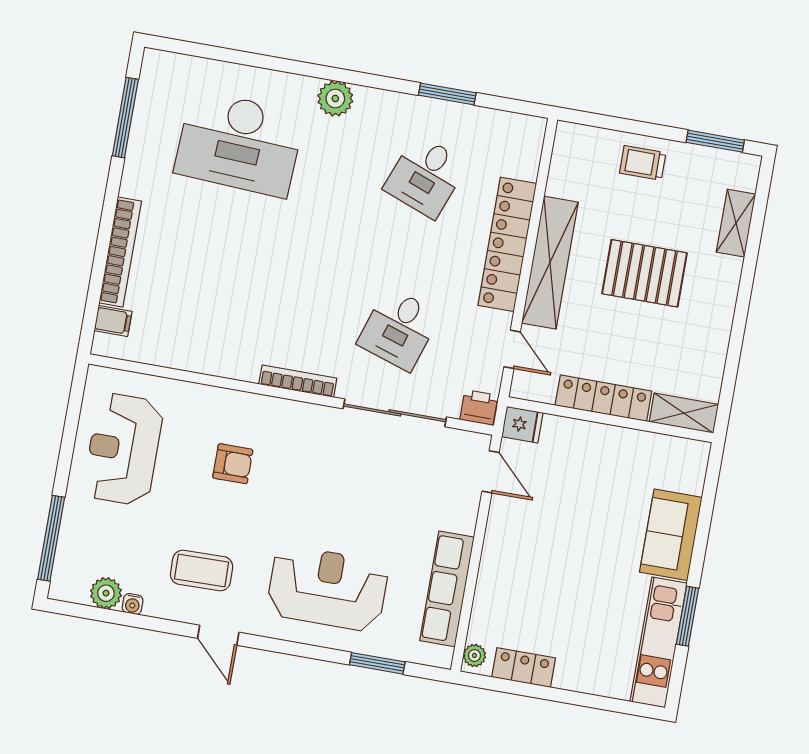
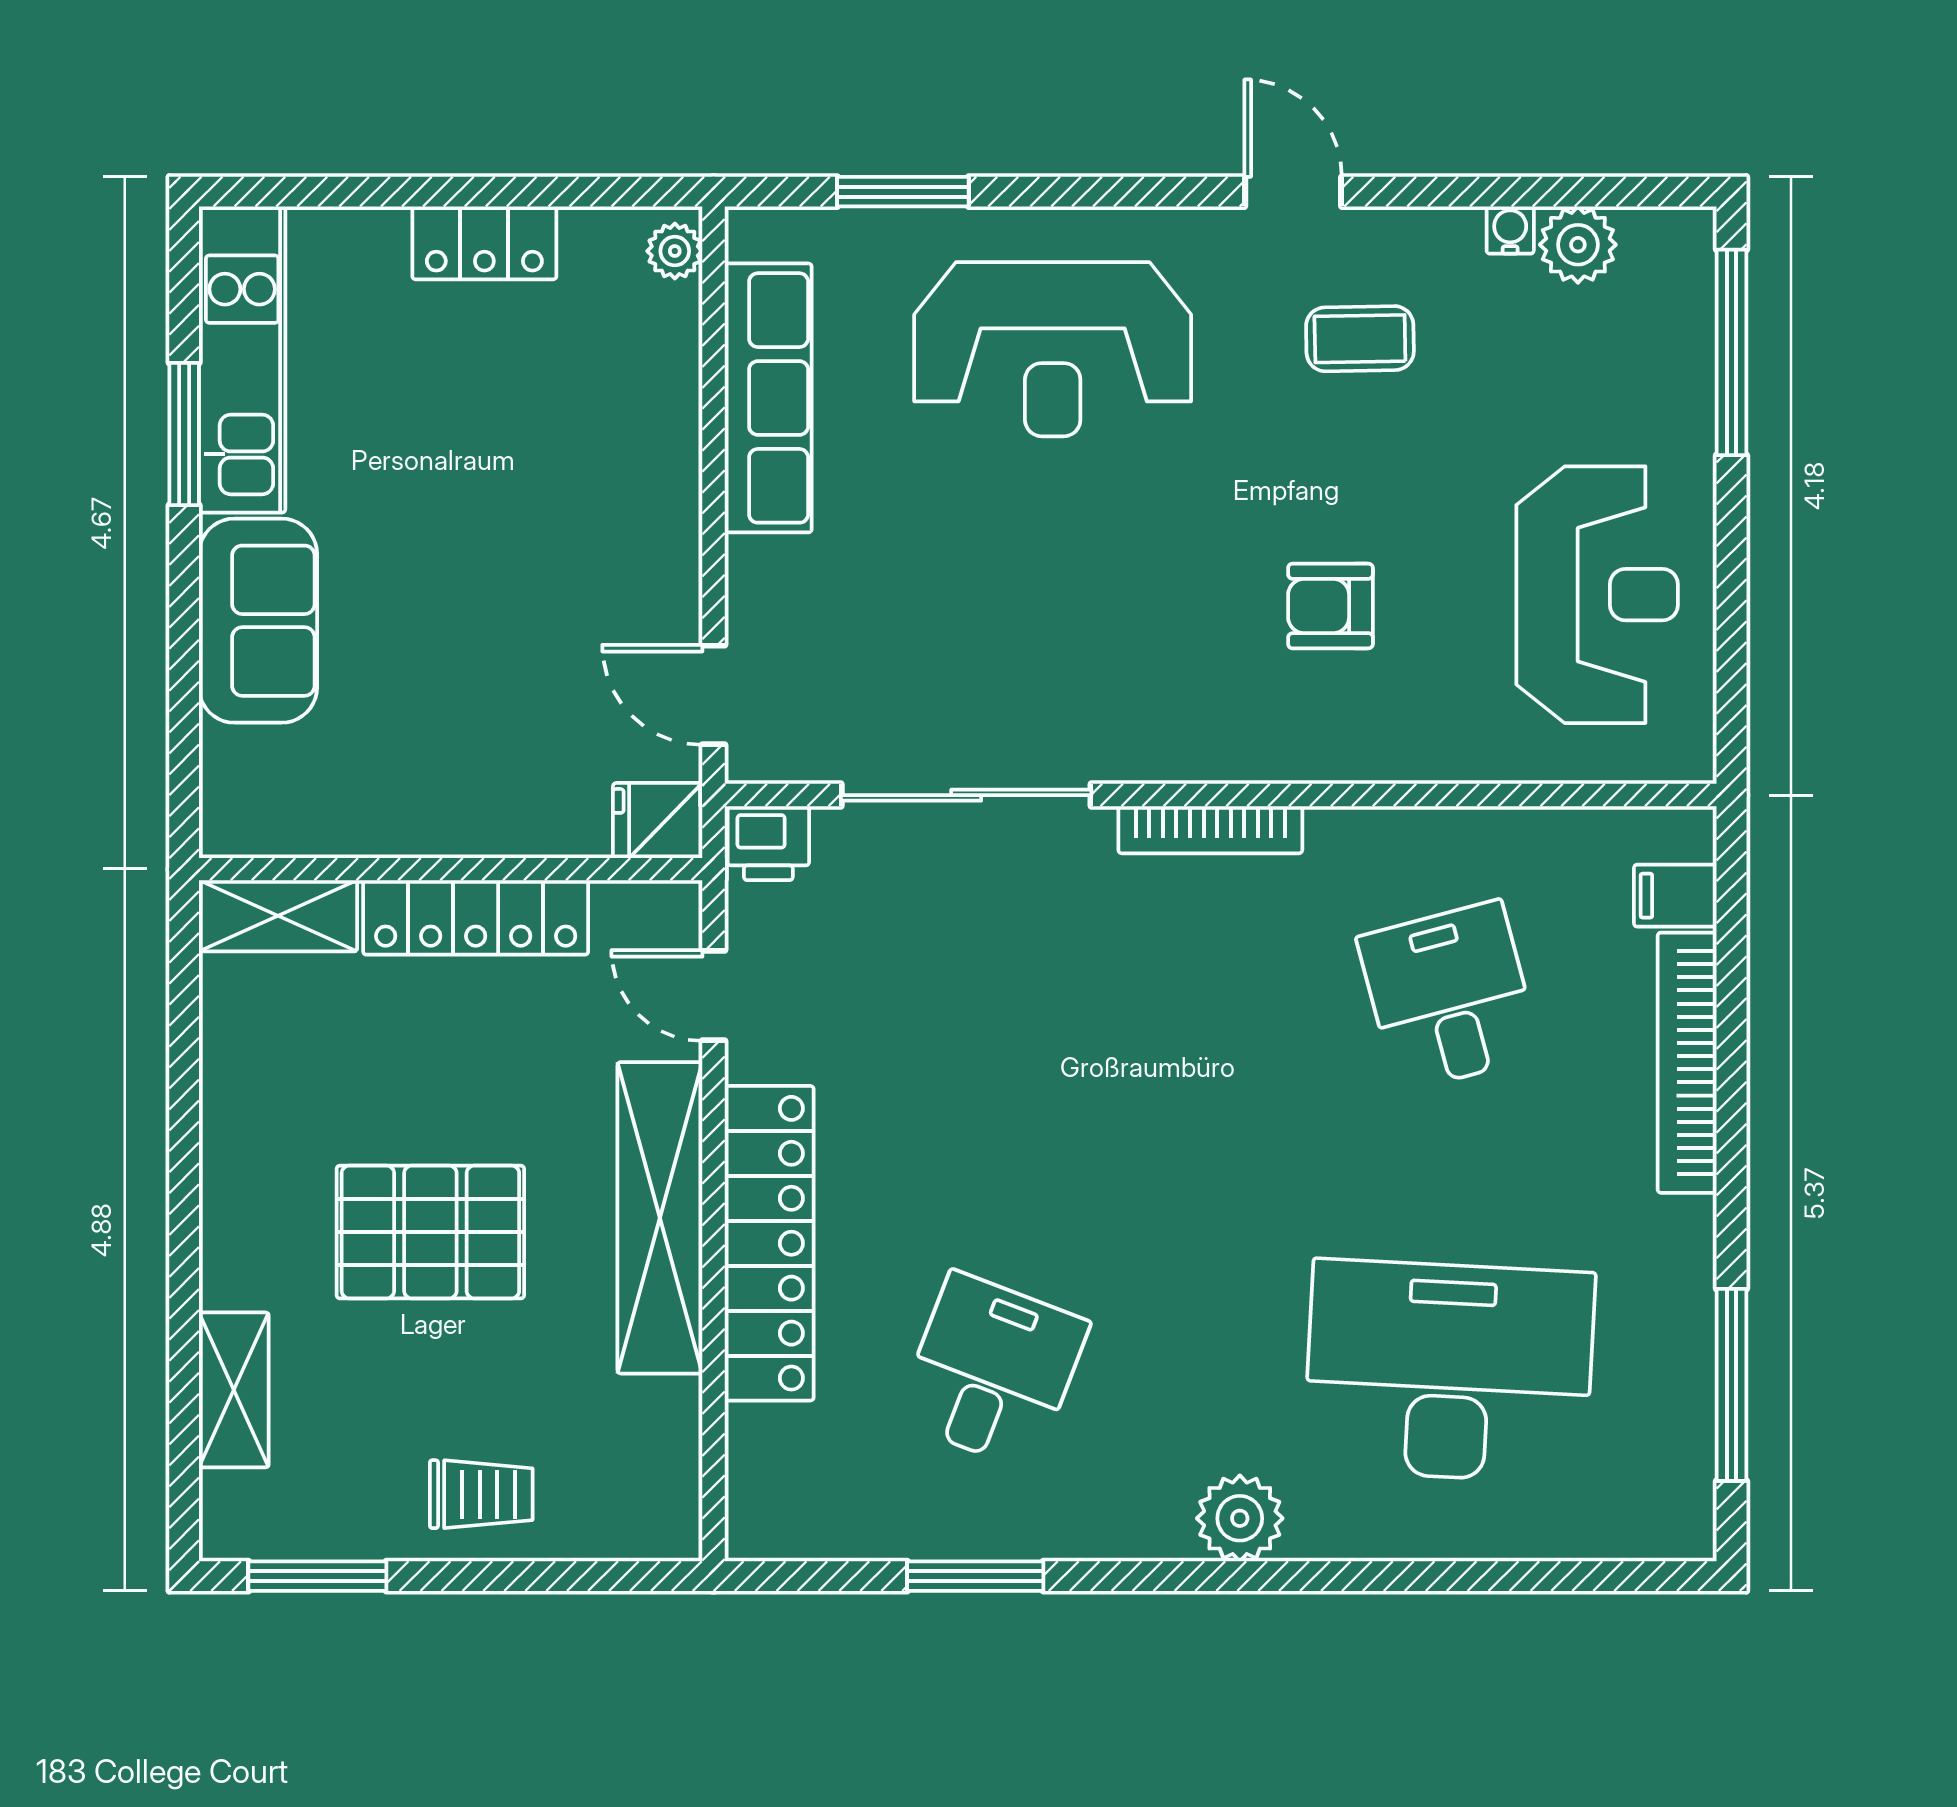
desk: (399, 329) -> (1449, 996), moved, turned -33
coffee table: (202, 570) -> (1360, 339), width x0.73, depth x0.77
locker: (524, 668) -> (484, 243), moved

